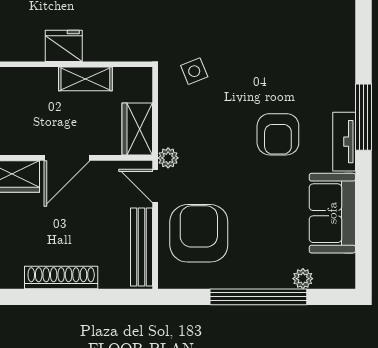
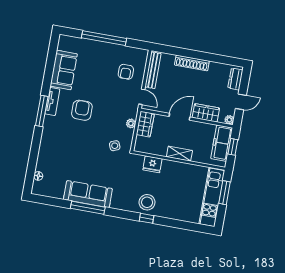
fridge: (64, 46) -> (152, 164), moved
shelving: (85, 79) -> (179, 154), moved
plant: (168, 158) -> (131, 123), moved
armchair: (199, 233) -> (126, 72), width x0.53, depth x0.53
plant: (303, 279) -> (82, 43), removed

